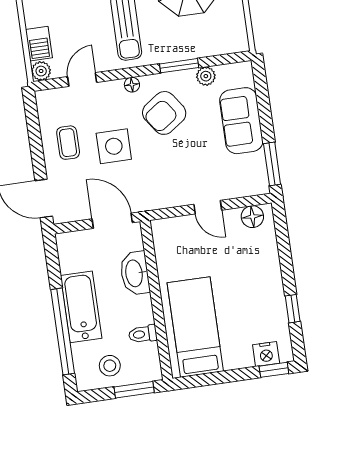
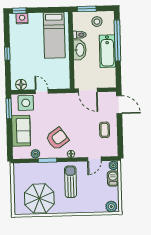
side table: (114, 146) -> (26, 103), moved
washbasin: (135, 273) -> (80, 50), moved
window: (293, 309) -> (7, 54), moved

